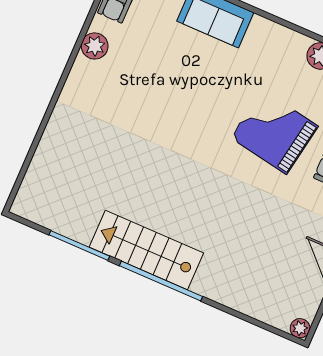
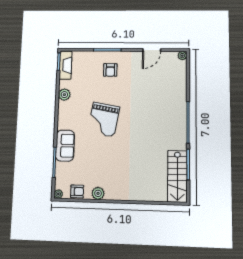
grand piano: (274, 132) -> (104, 119), moved
stairs: (146, 250) -> (177, 176), moved

